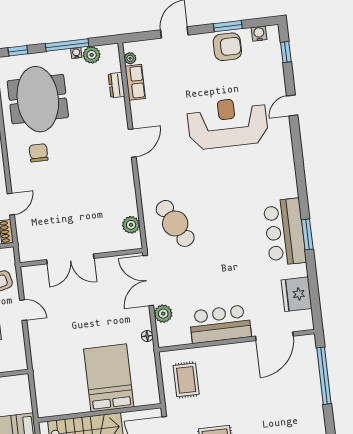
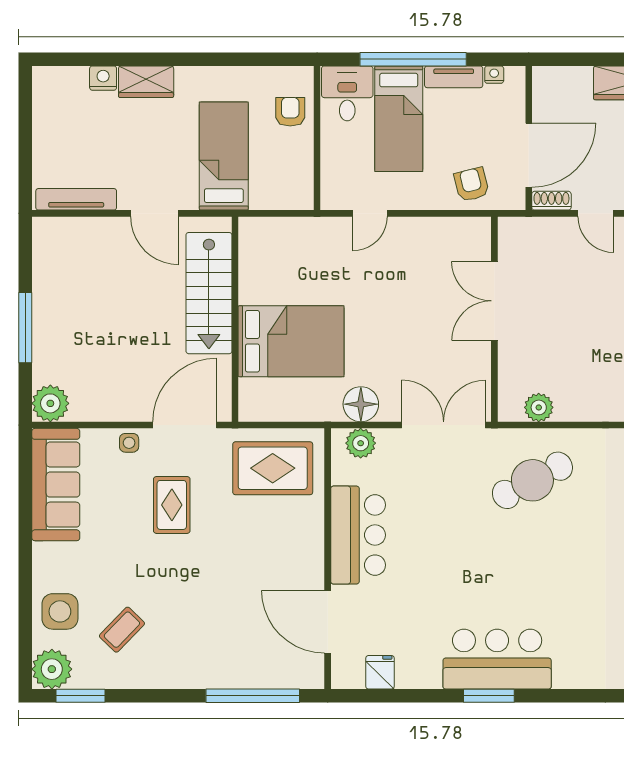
fridge: (297, 294) -> (380, 672), width x0.53, depth x0.75
door: (23, 310) -> (370, 213), moved
plant: (163, 314) -> (361, 443), moved
floor lamp: (147, 336) -> (361, 404), width x1.89, depth x1.89
rug: (186, 380) -> (273, 468), width x1.36, depth x1.43

